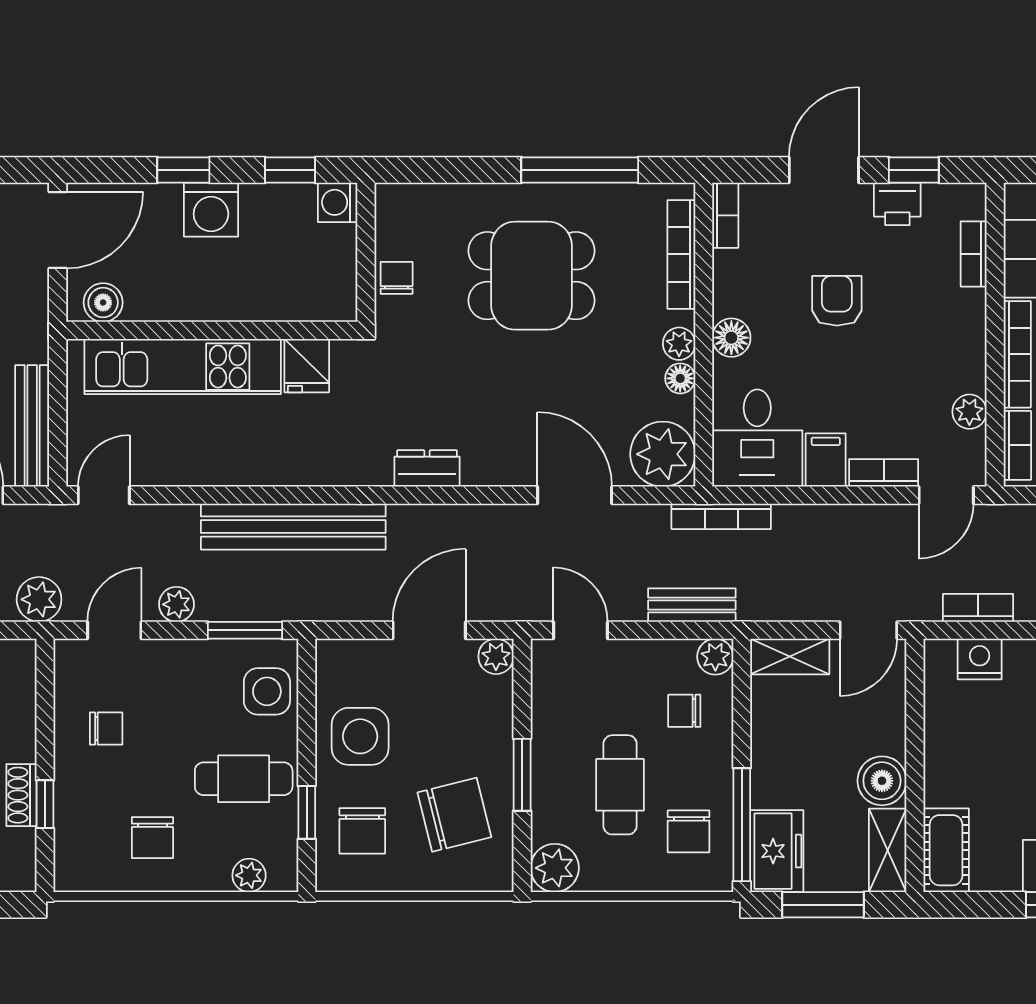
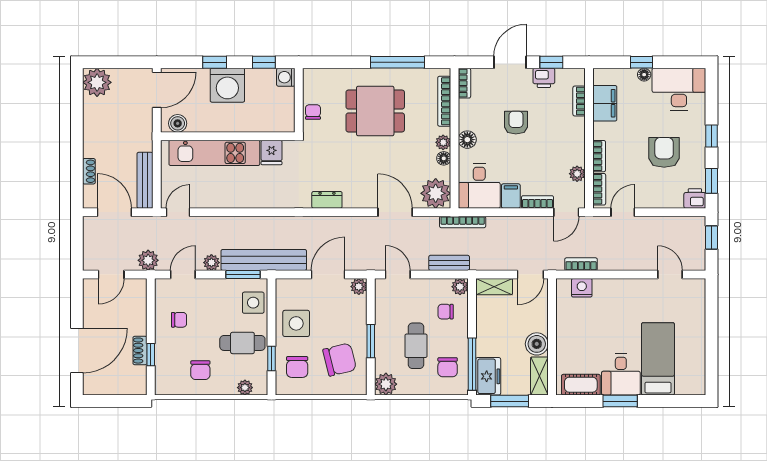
washing machine: (211, 210) -> (227, 85), width x1.37, depth x1.37
bookcase: (1017, 354) -> (599, 156), width x0.64
bench: (293, 527) -> (264, 260), moved
cot: (946, 850) -> (581, 385), moved, turned 90

